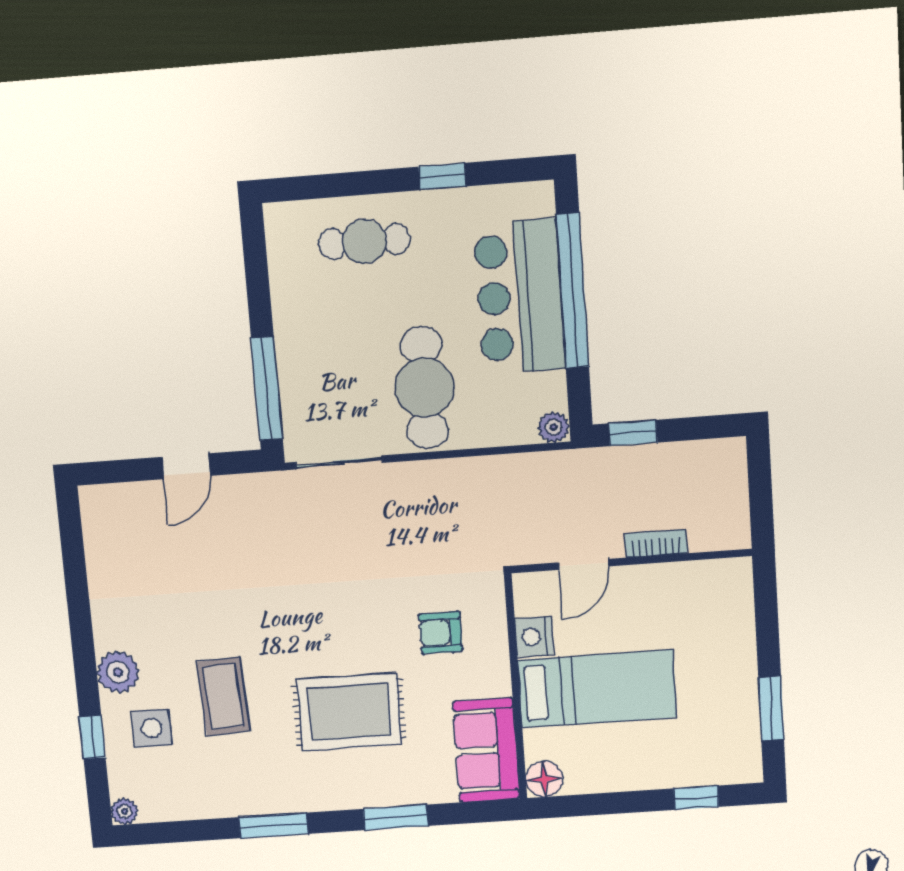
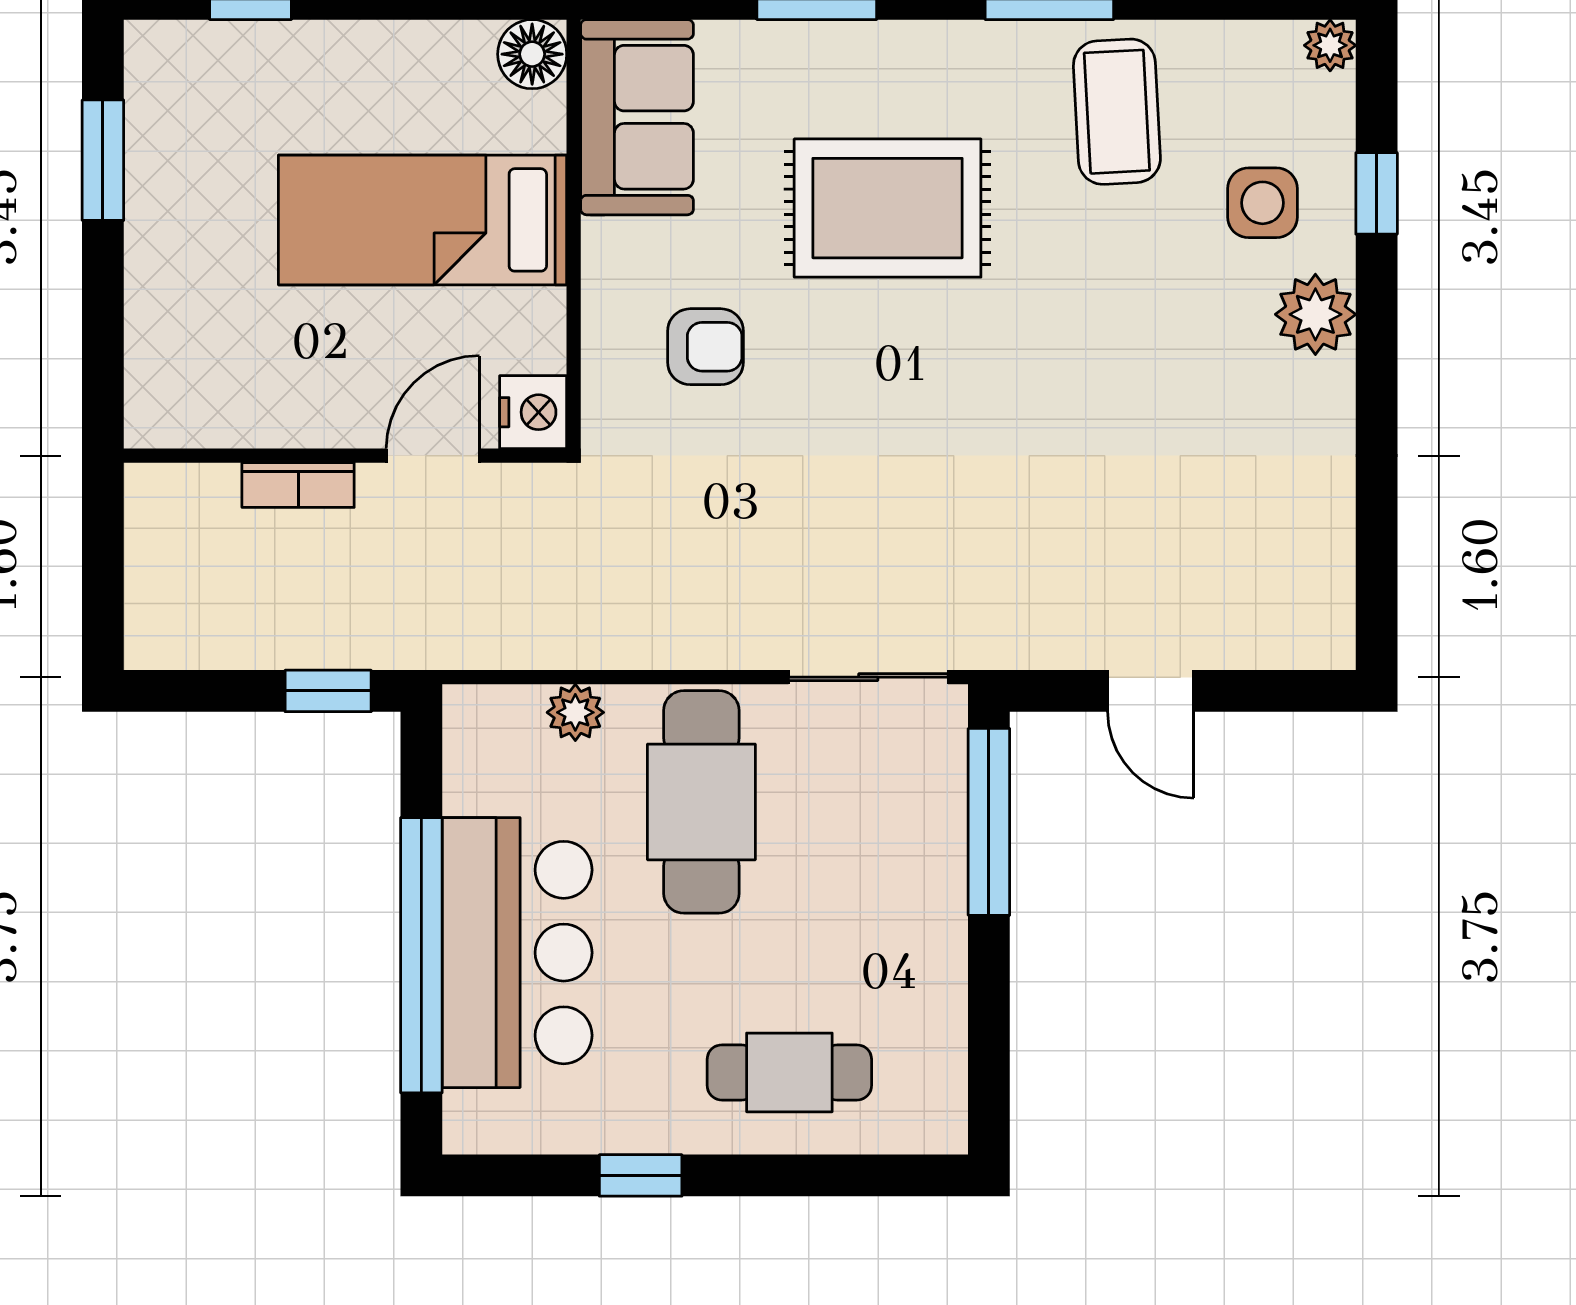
plant: (553, 427) -> (575, 712), moved
door: (186, 466) -> (1151, 691), swing flipped
nightstand: (534, 637) -> (533, 412), moved
coffee table: (223, 696) -> (1117, 112), moved

